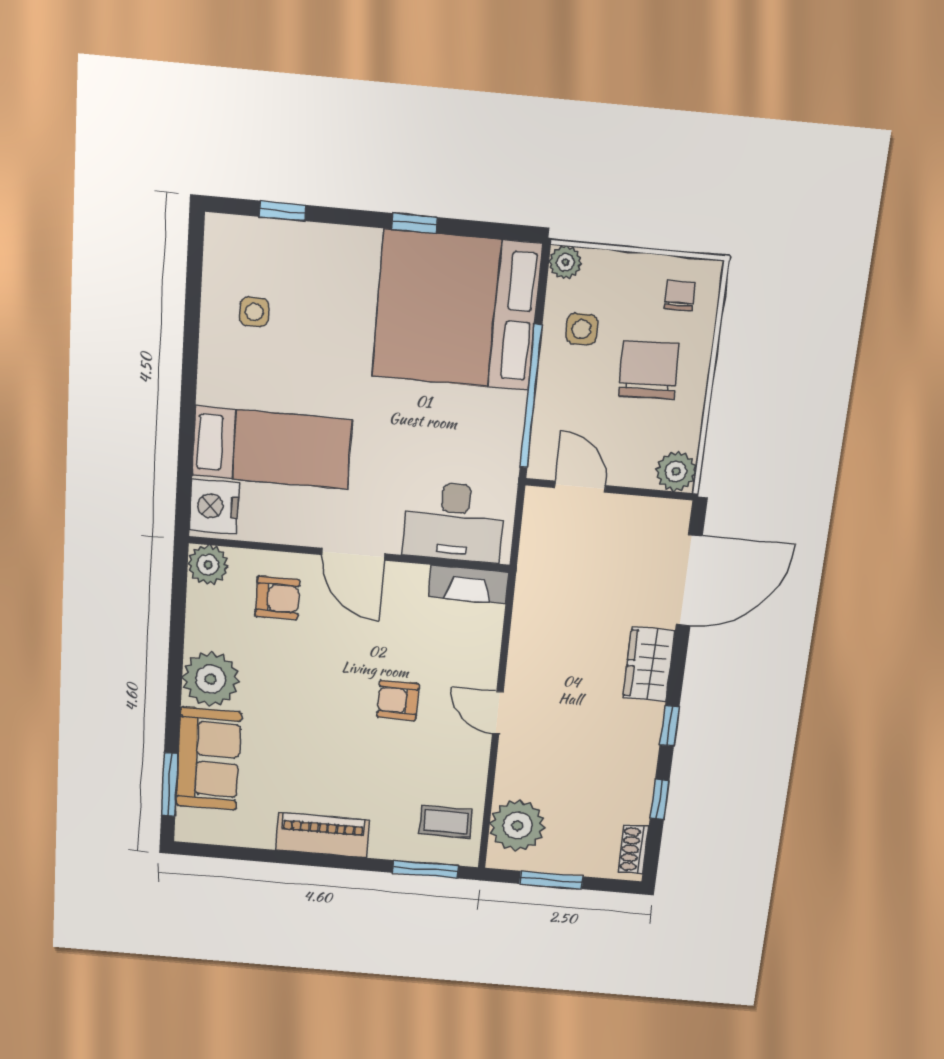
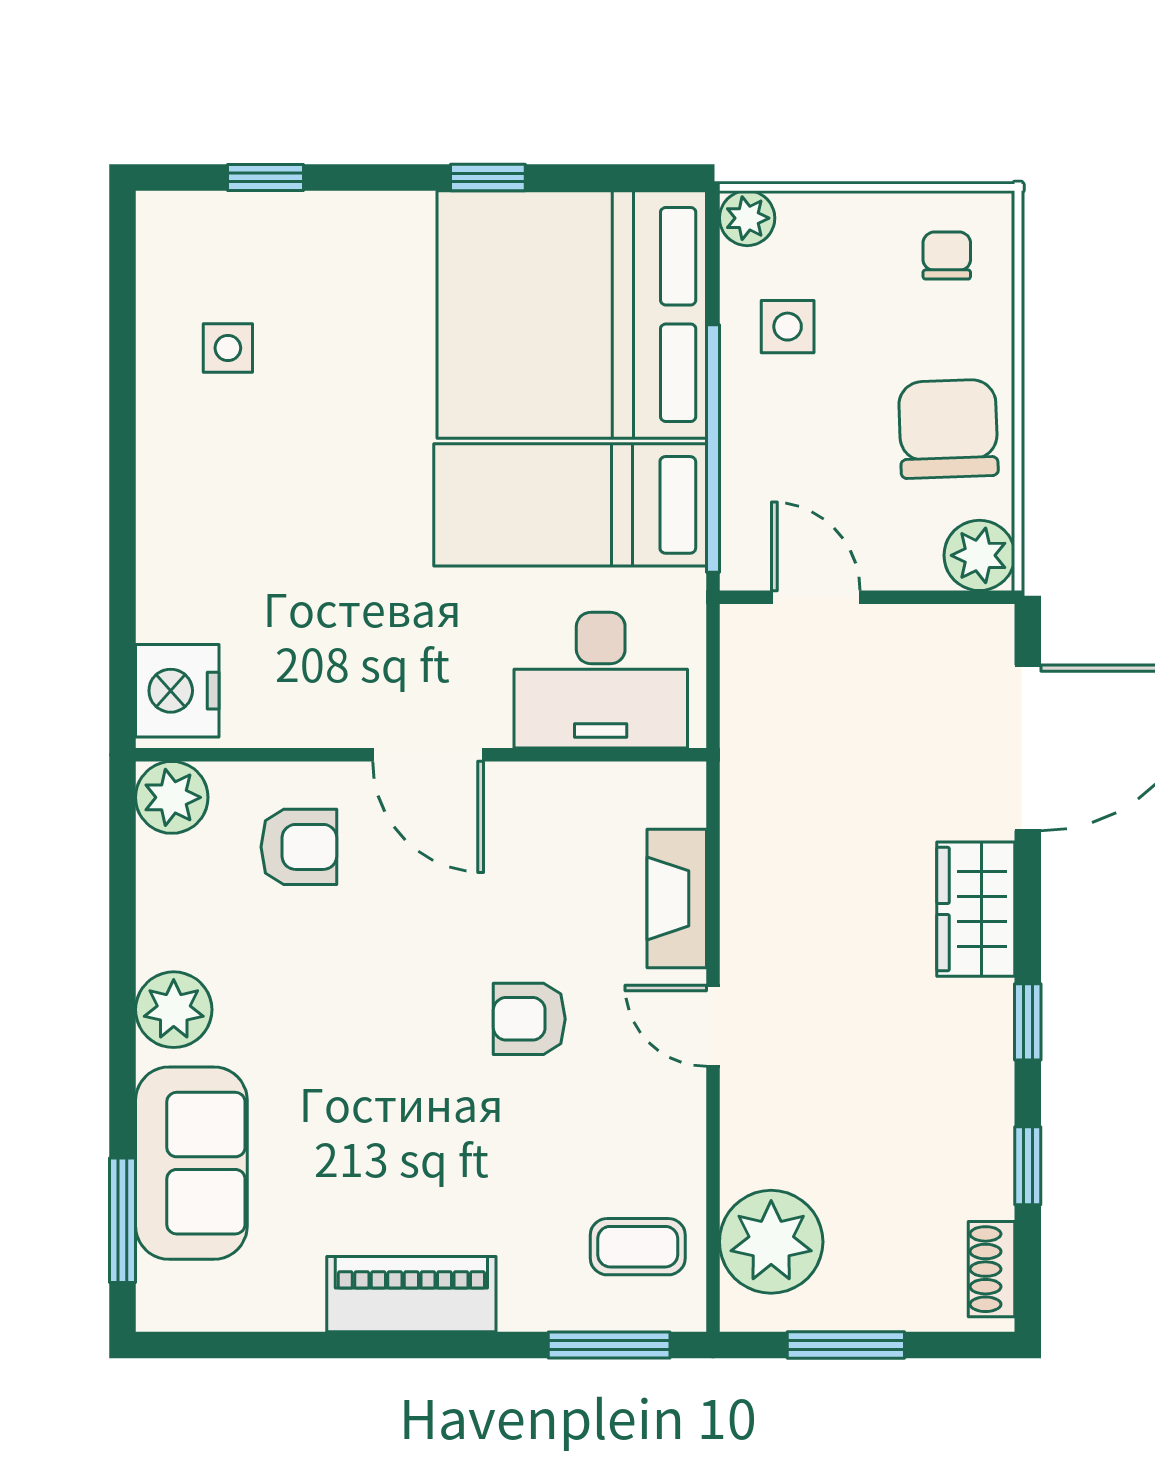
chair: (649, 370) -> (948, 429), moved
bed: (272, 448) -> (570, 505), moved, turned 180
fireplace: (468, 584) -> (677, 898), moved, turned 90
plant: (211, 679) -> (174, 1010), width x0.73, depth x0.73

